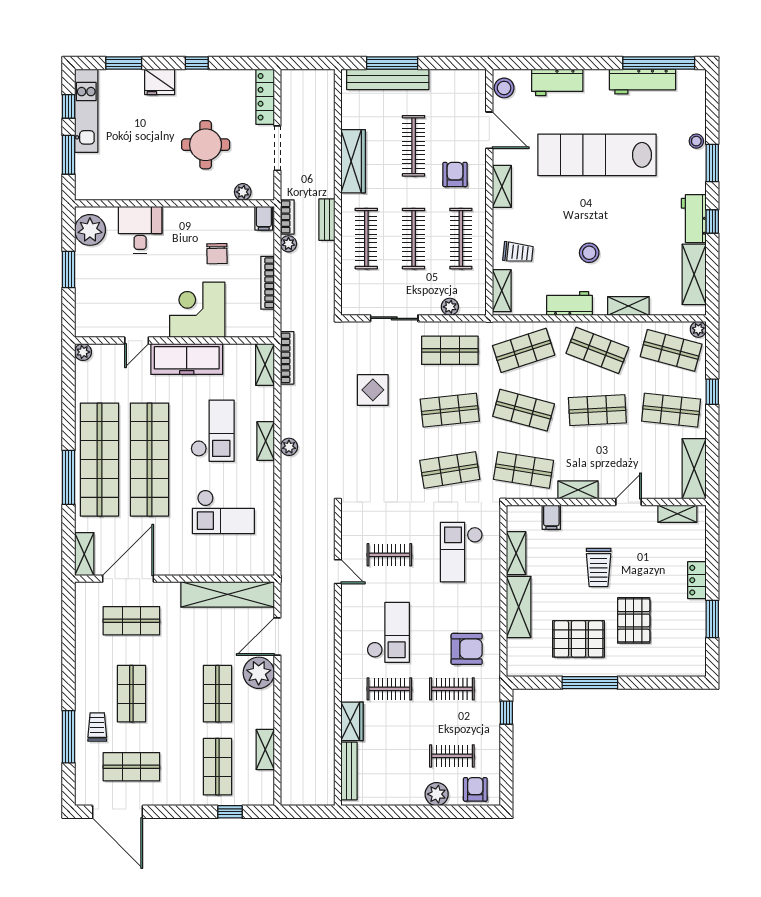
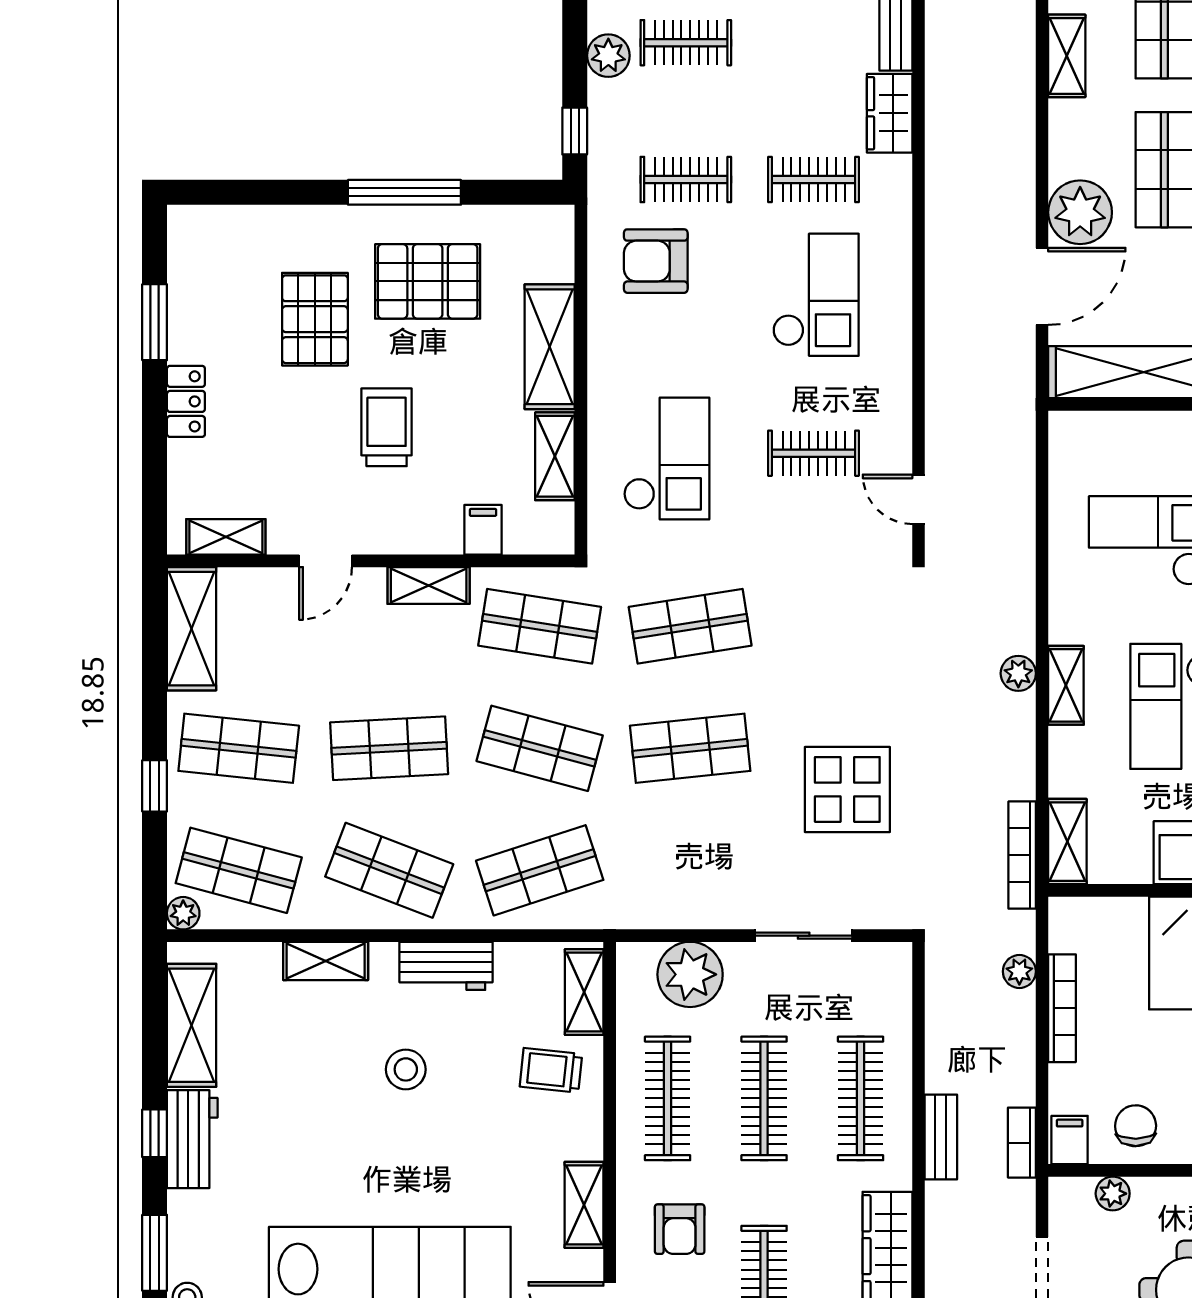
plant: (288, 244) -> (1019, 971), moved
chair: (217, 254) -> (1136, 1126), moved
plant: (450, 307) -> (690, 974), width x1.88, depth x1.88
shop shelf: (450, 350) -> (690, 870), removed
display table: (373, 390) -> (847, 789), width x1.36, depth x1.36
door: (338, 572) -> (919, 499), moved
checkout: (388, 632) -> (816, 295), turned 180
plant: (490, 750) -> (608, 56), added

